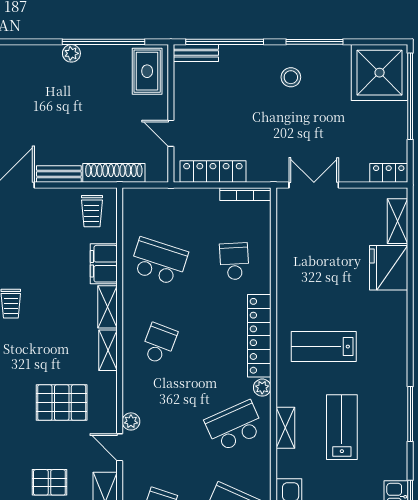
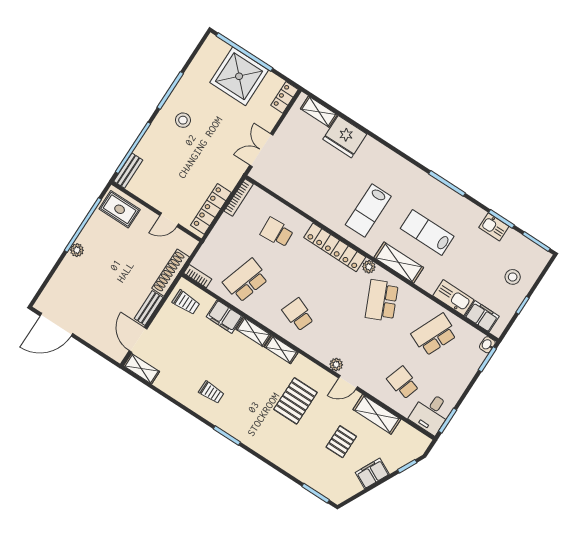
shower: (380, 73) -> (239, 76), moved
bookcase: (129, 205) -> (198, 276), added
shelving: (285, 428) -> (399, 263), width x1.50, depth x1.33

